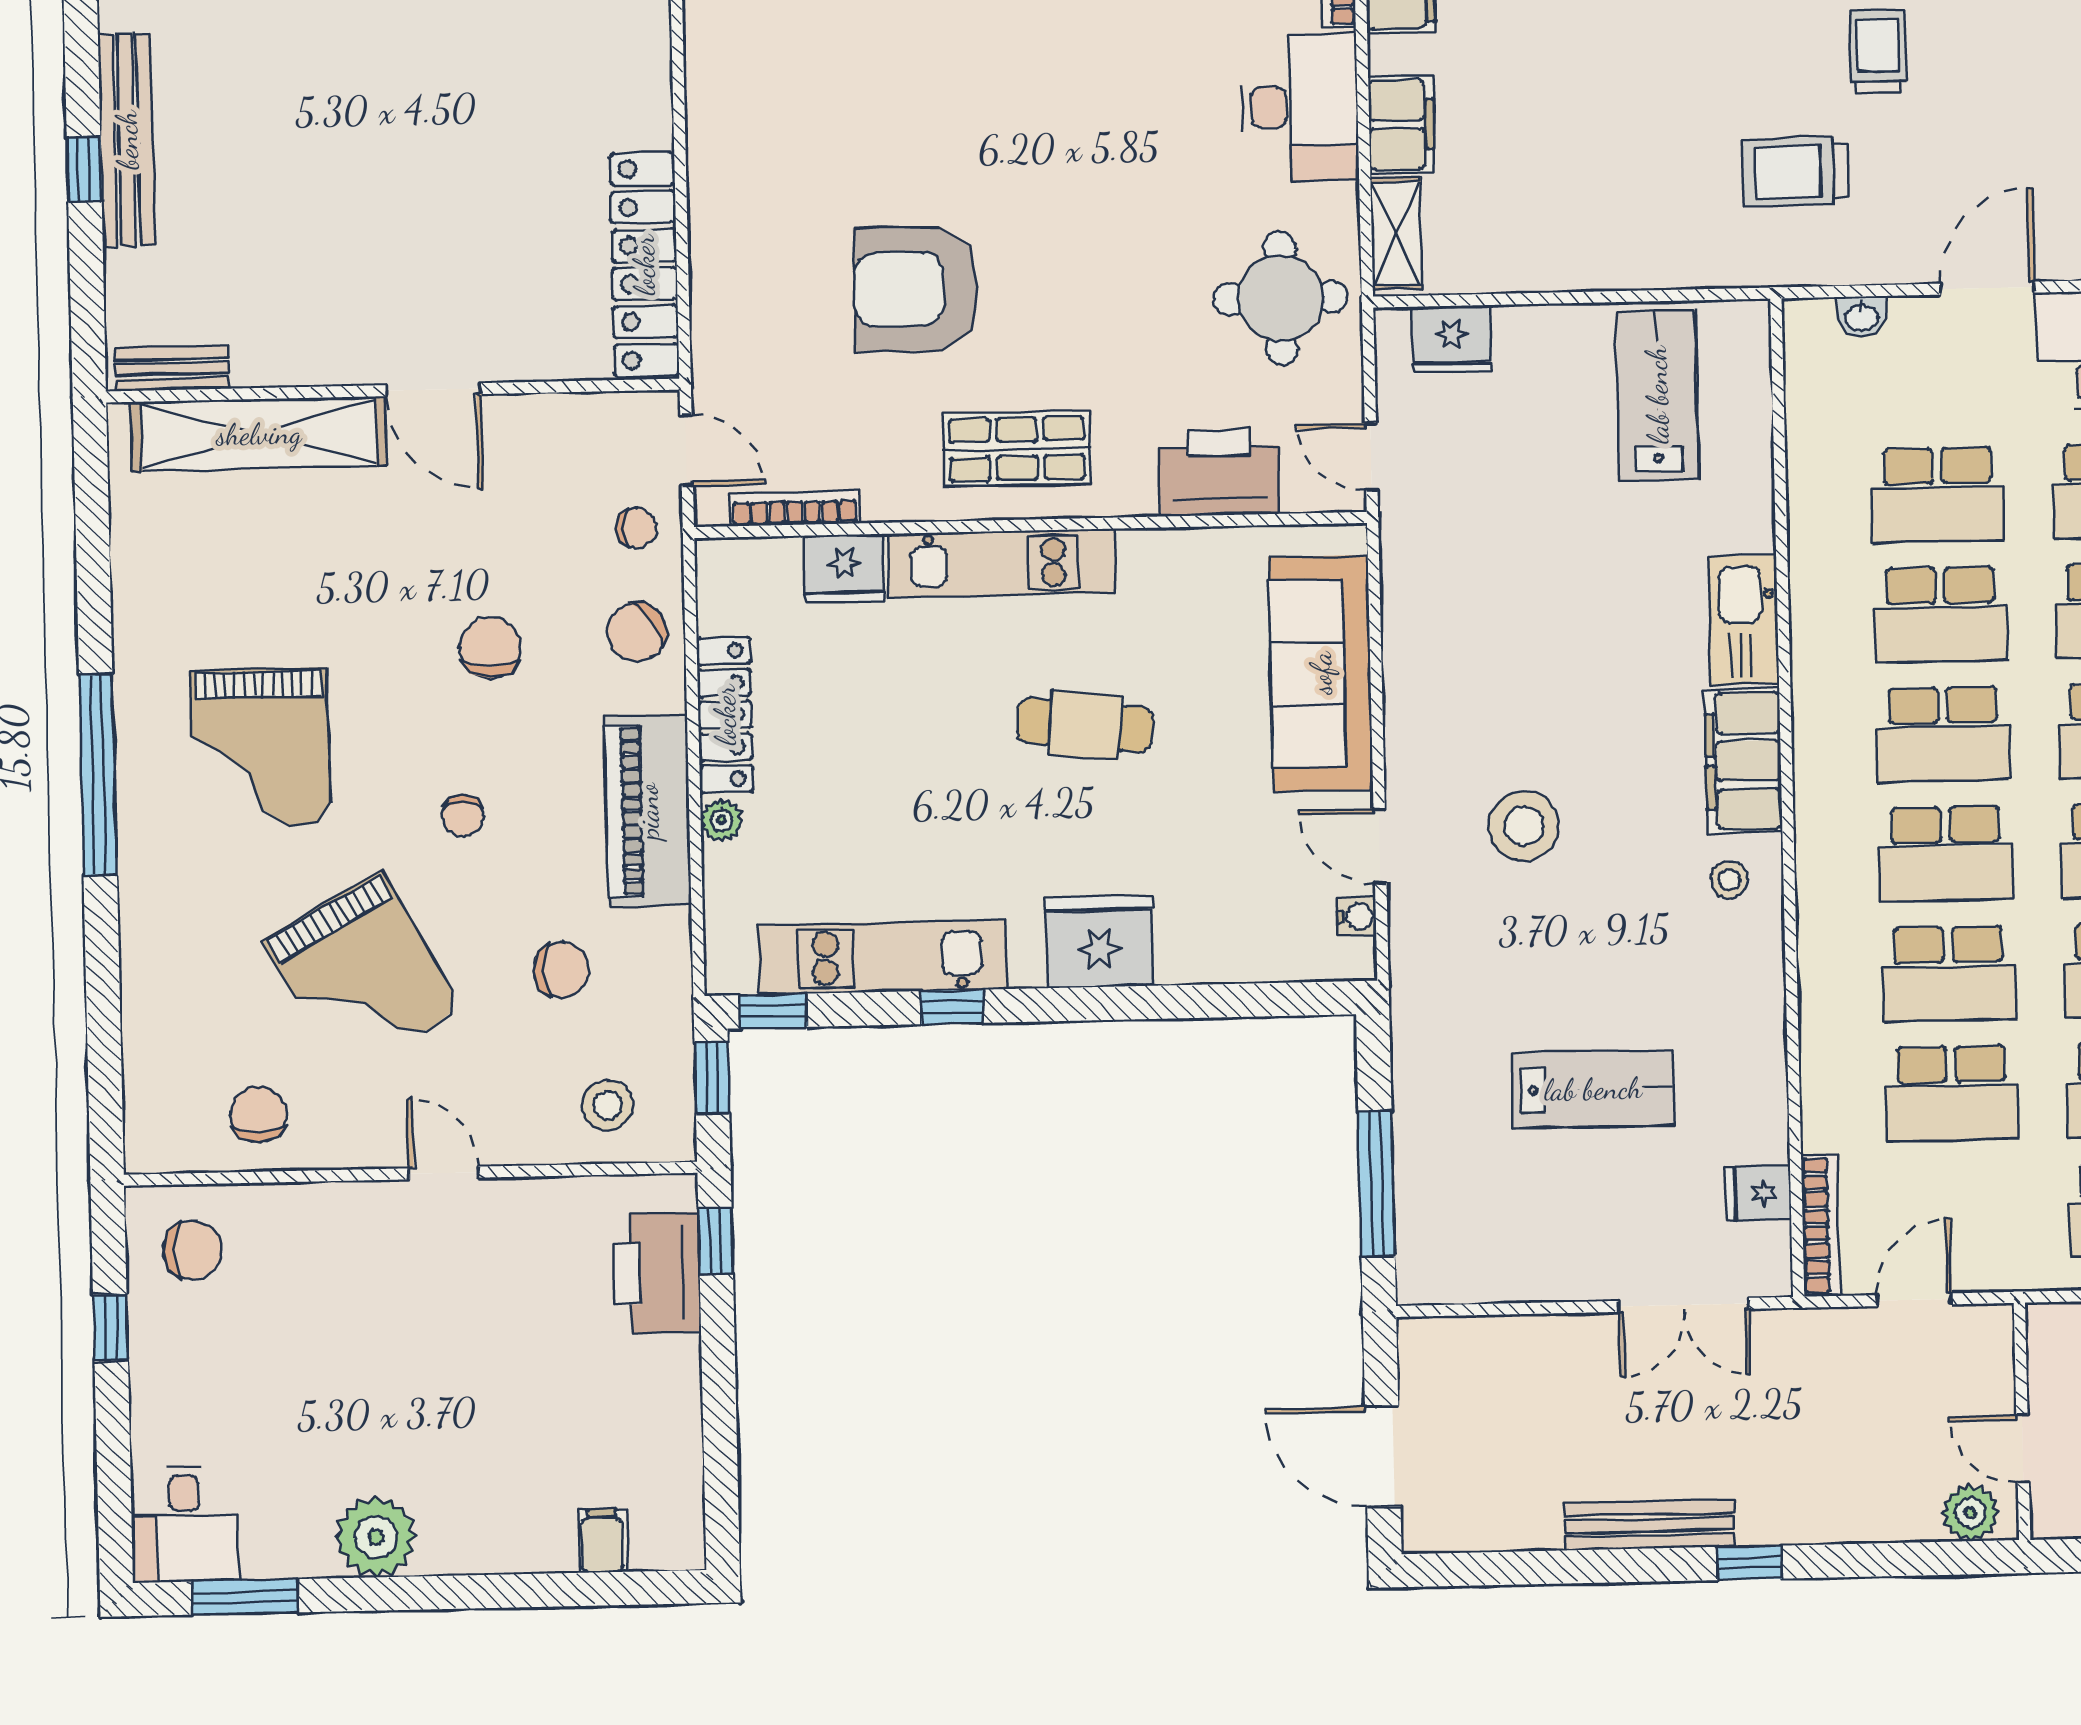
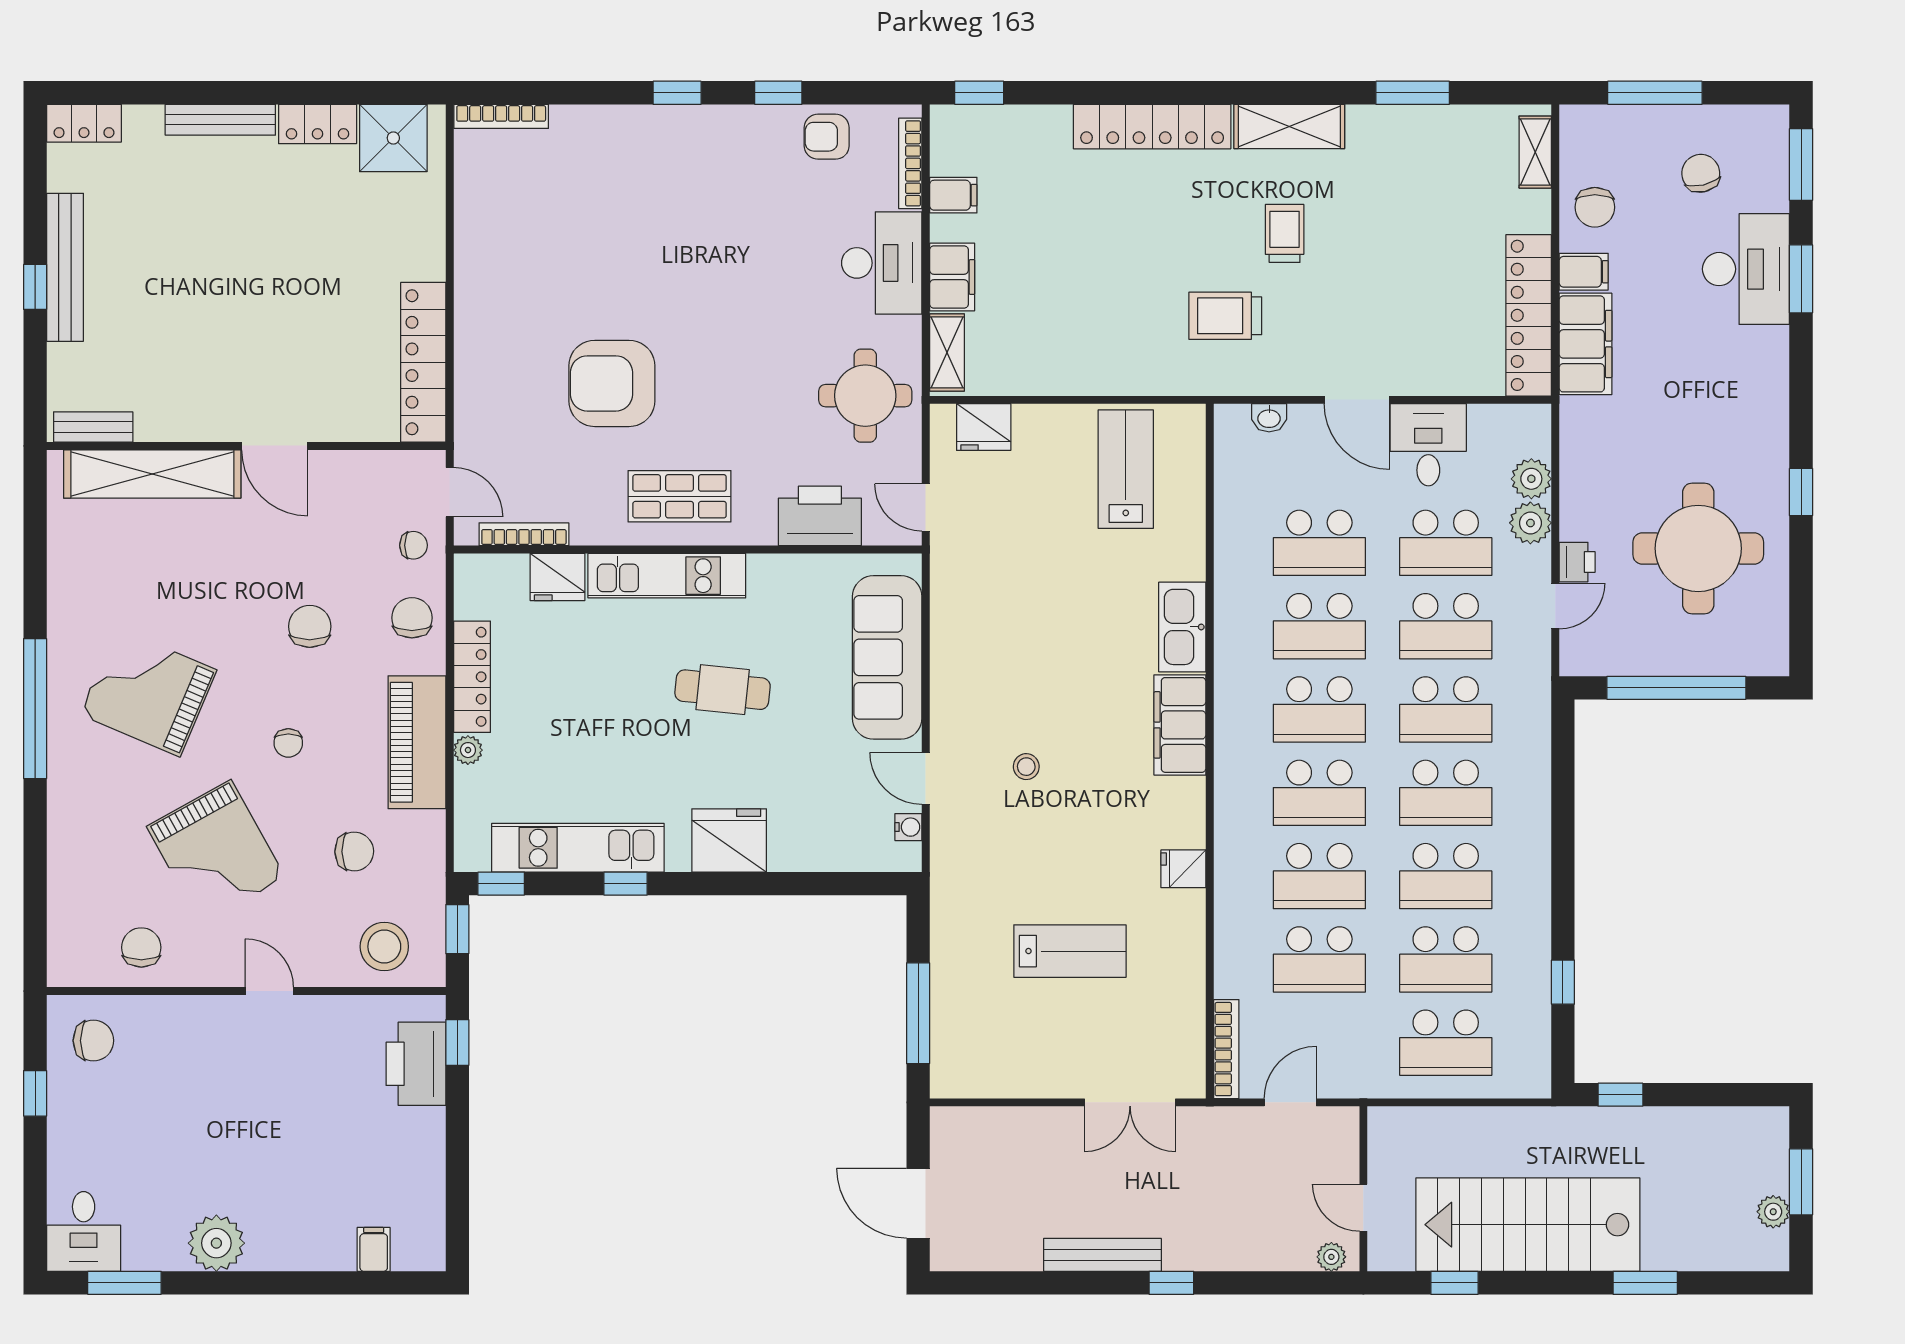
door: (1987, 288) -> (1357, 400), swing flipped
chair: (637, 632) -> (412, 618), turned 126
grand piano: (260, 748) -> (148, 692), turned 113
stool: (1524, 826) -> (1026, 767), width x0.53, depth x0.53
stool: (1729, 880) -> (1168, 807), removed
stool: (607, 1105) -> (384, 947), width x1.38, depth x1.38
fridge: (1758, 1193) -> (1183, 869), moved
plant: (1970, 1513) -> (1331, 1257), width x0.73, depth x0.73

